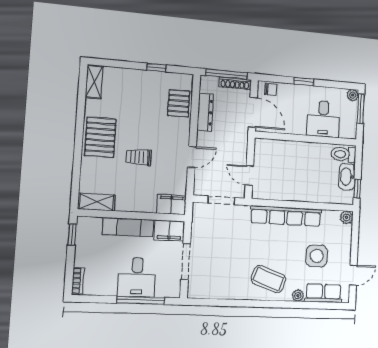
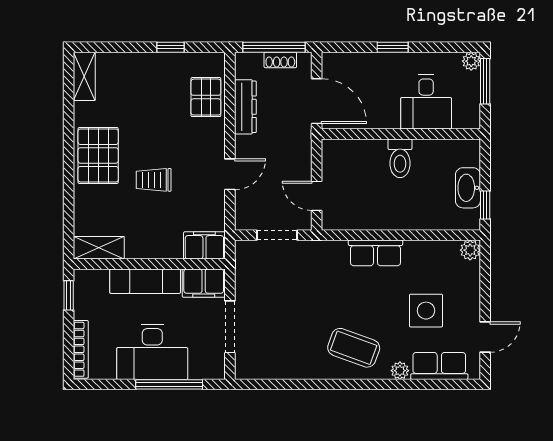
shoe rack: (235, 83) -> (280, 60), width x0.70
chair: (271, 89) -> (342, 64), removed
toilet: (344, 154) -> (400, 158), moved, turned -90
row of seats: (286, 216) -> (375, 253), width x0.50
desk: (137, 277) -> (152, 352), width x1.37
bookcase: (78, 281) -> (81, 349), width x1.56

